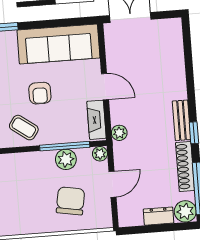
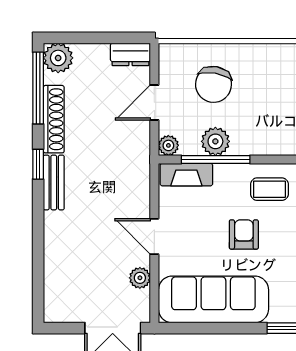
fireplace: (96, 120) -> (186, 175), moved, turned 90
coffee table: (24, 128) -> (269, 189), turned -36
plant: (119, 133) -> (140, 278), moved
dresser: (159, 216) -> (130, 54), moved

